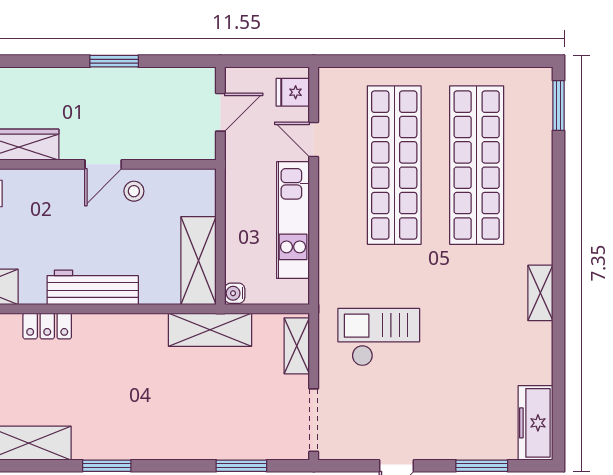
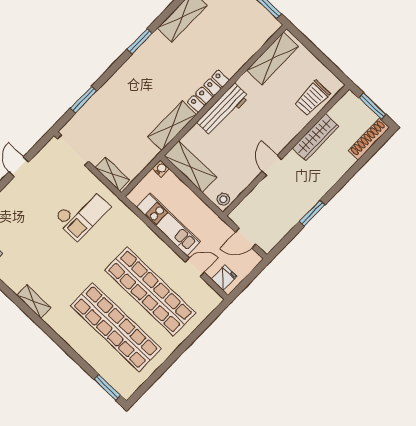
door: (220, 112) -> (246, 238), hinge flipped
stool: (134, 191) -> (223, 199), moved
locker: (47, 326) -> (208, 91), moved, width x1.53
shelving: (210, 330) -> (172, 126), moved

